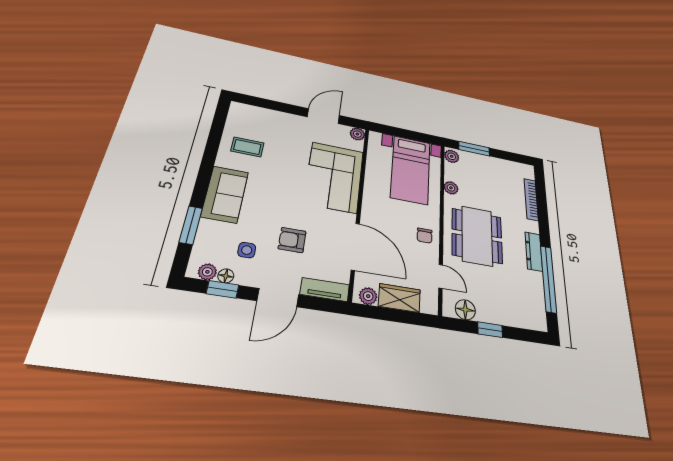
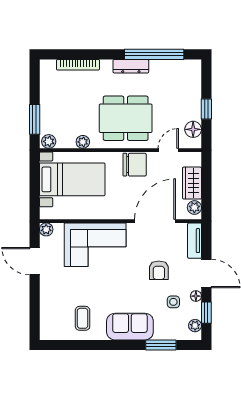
chair: (425, 236) -> (135, 165), width x1.87, depth x1.87
floor lamp: (226, 276) -> (196, 296), moved

